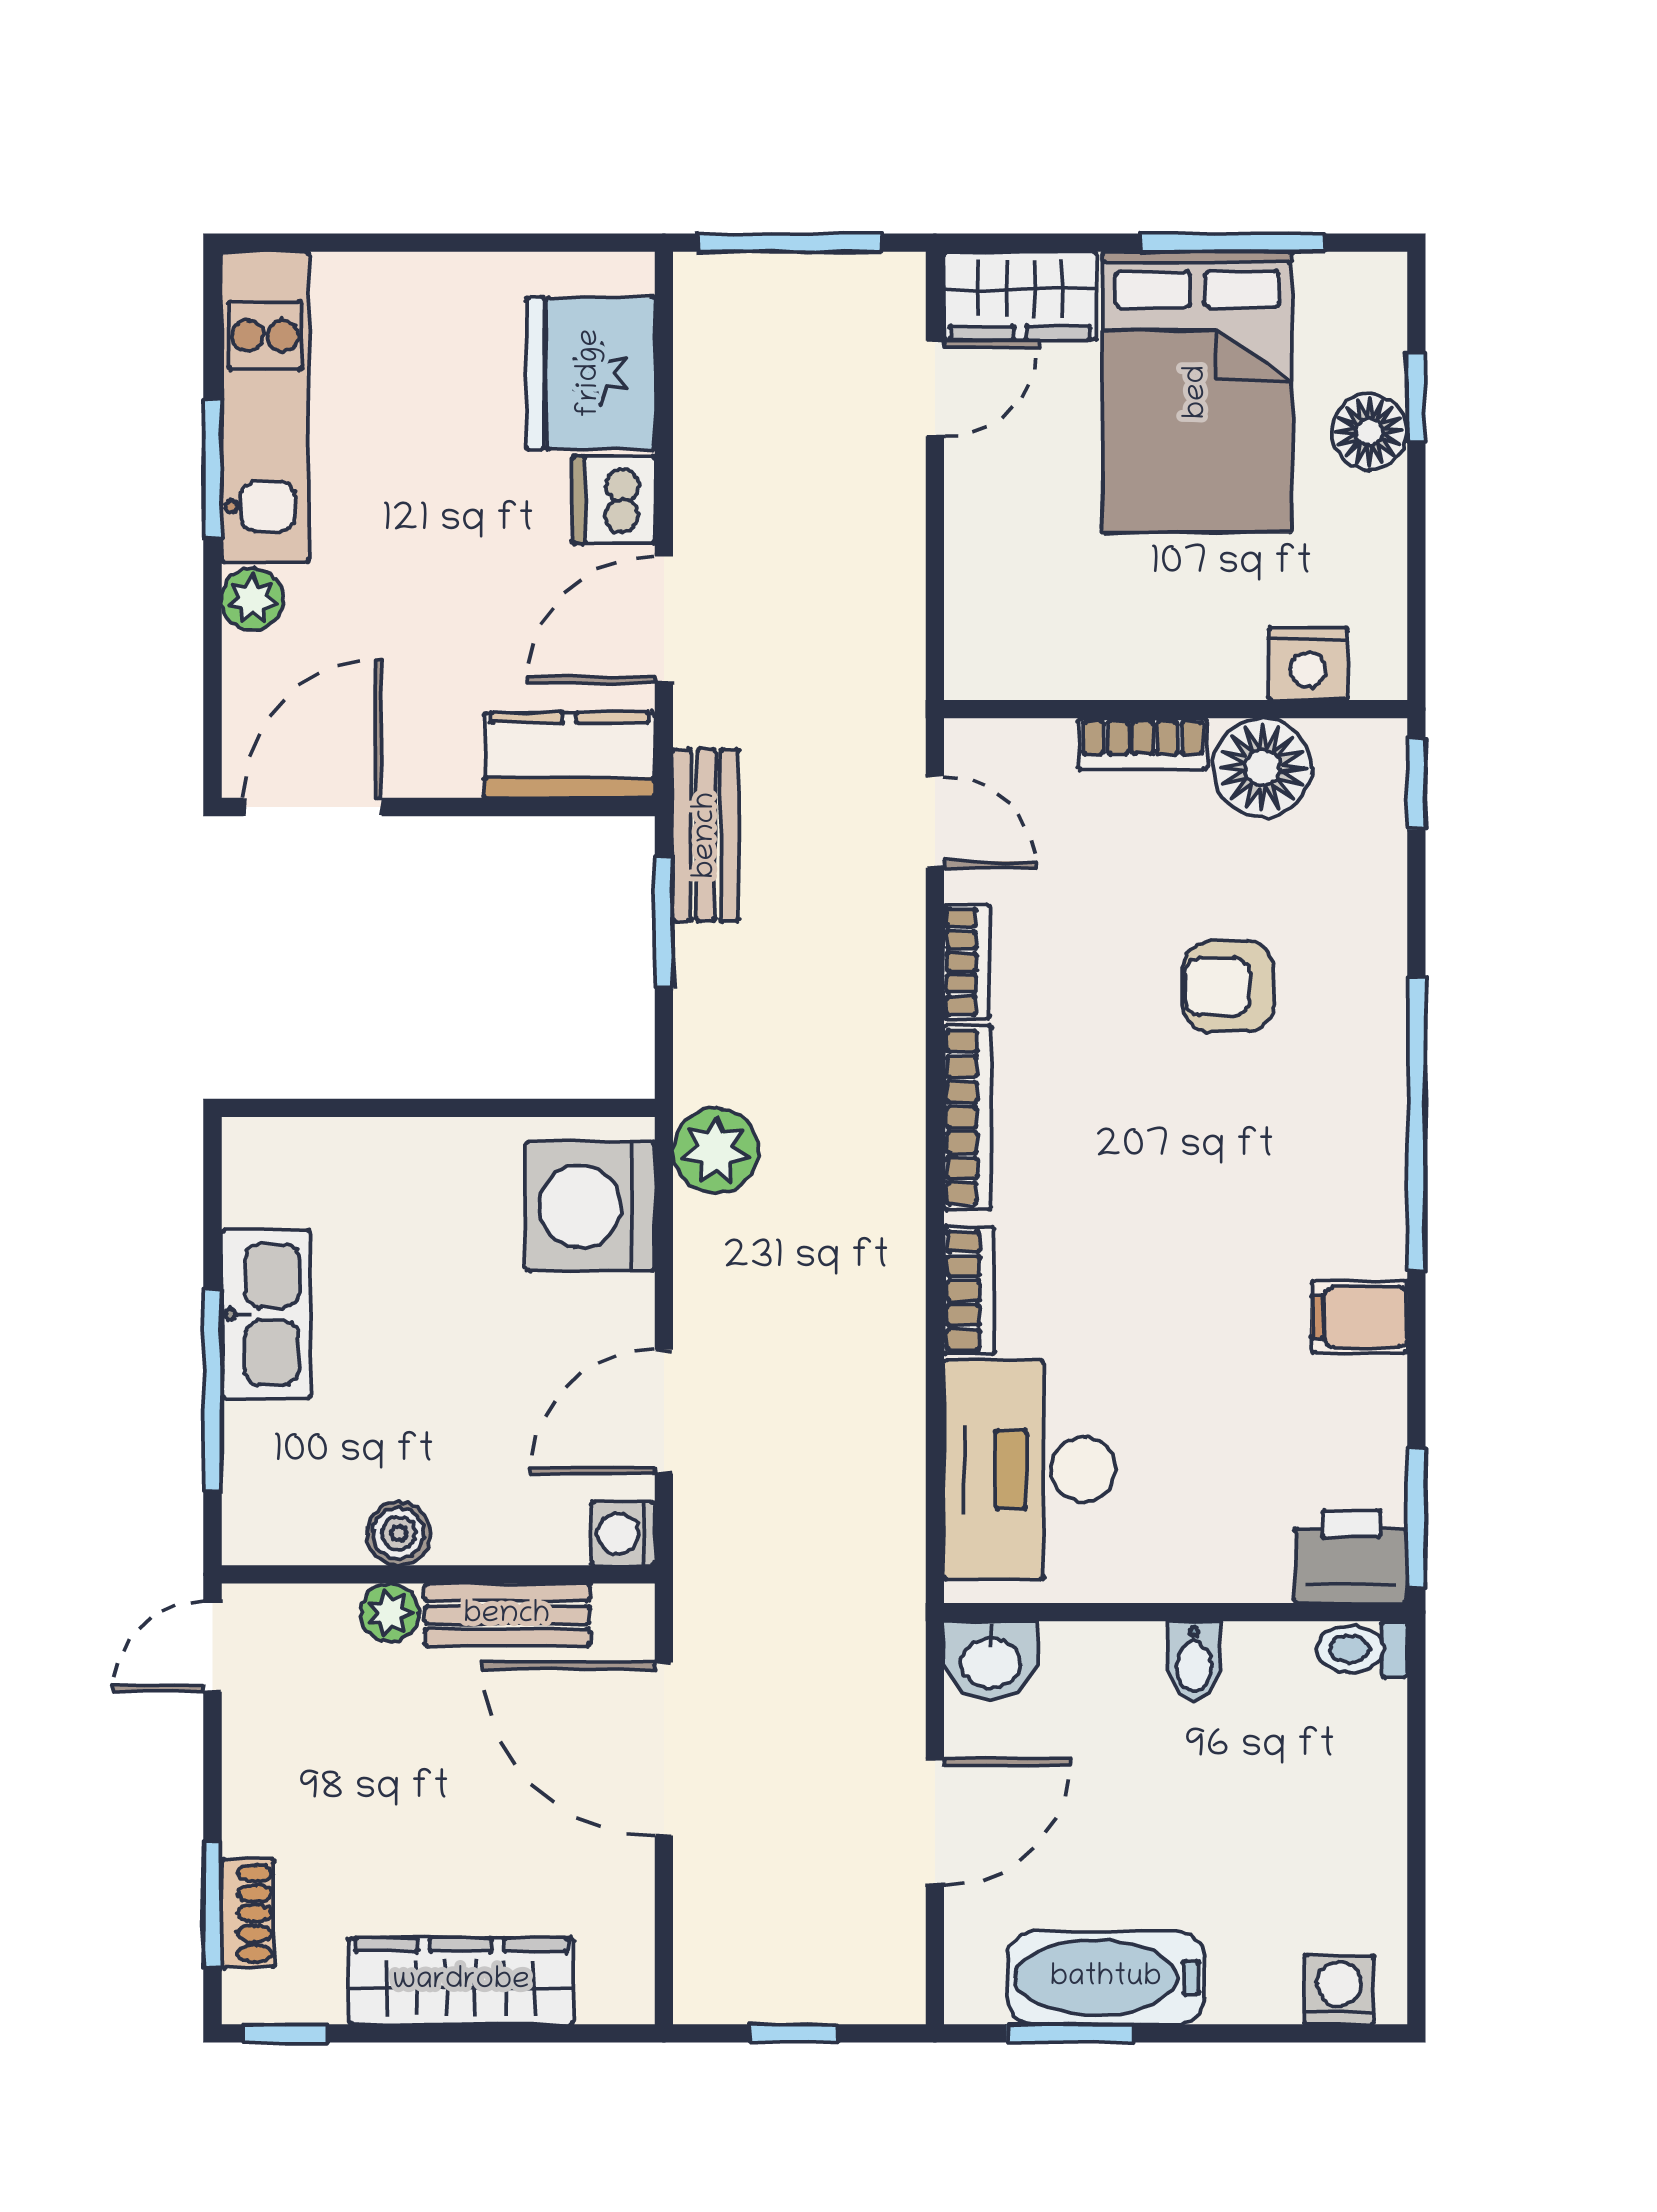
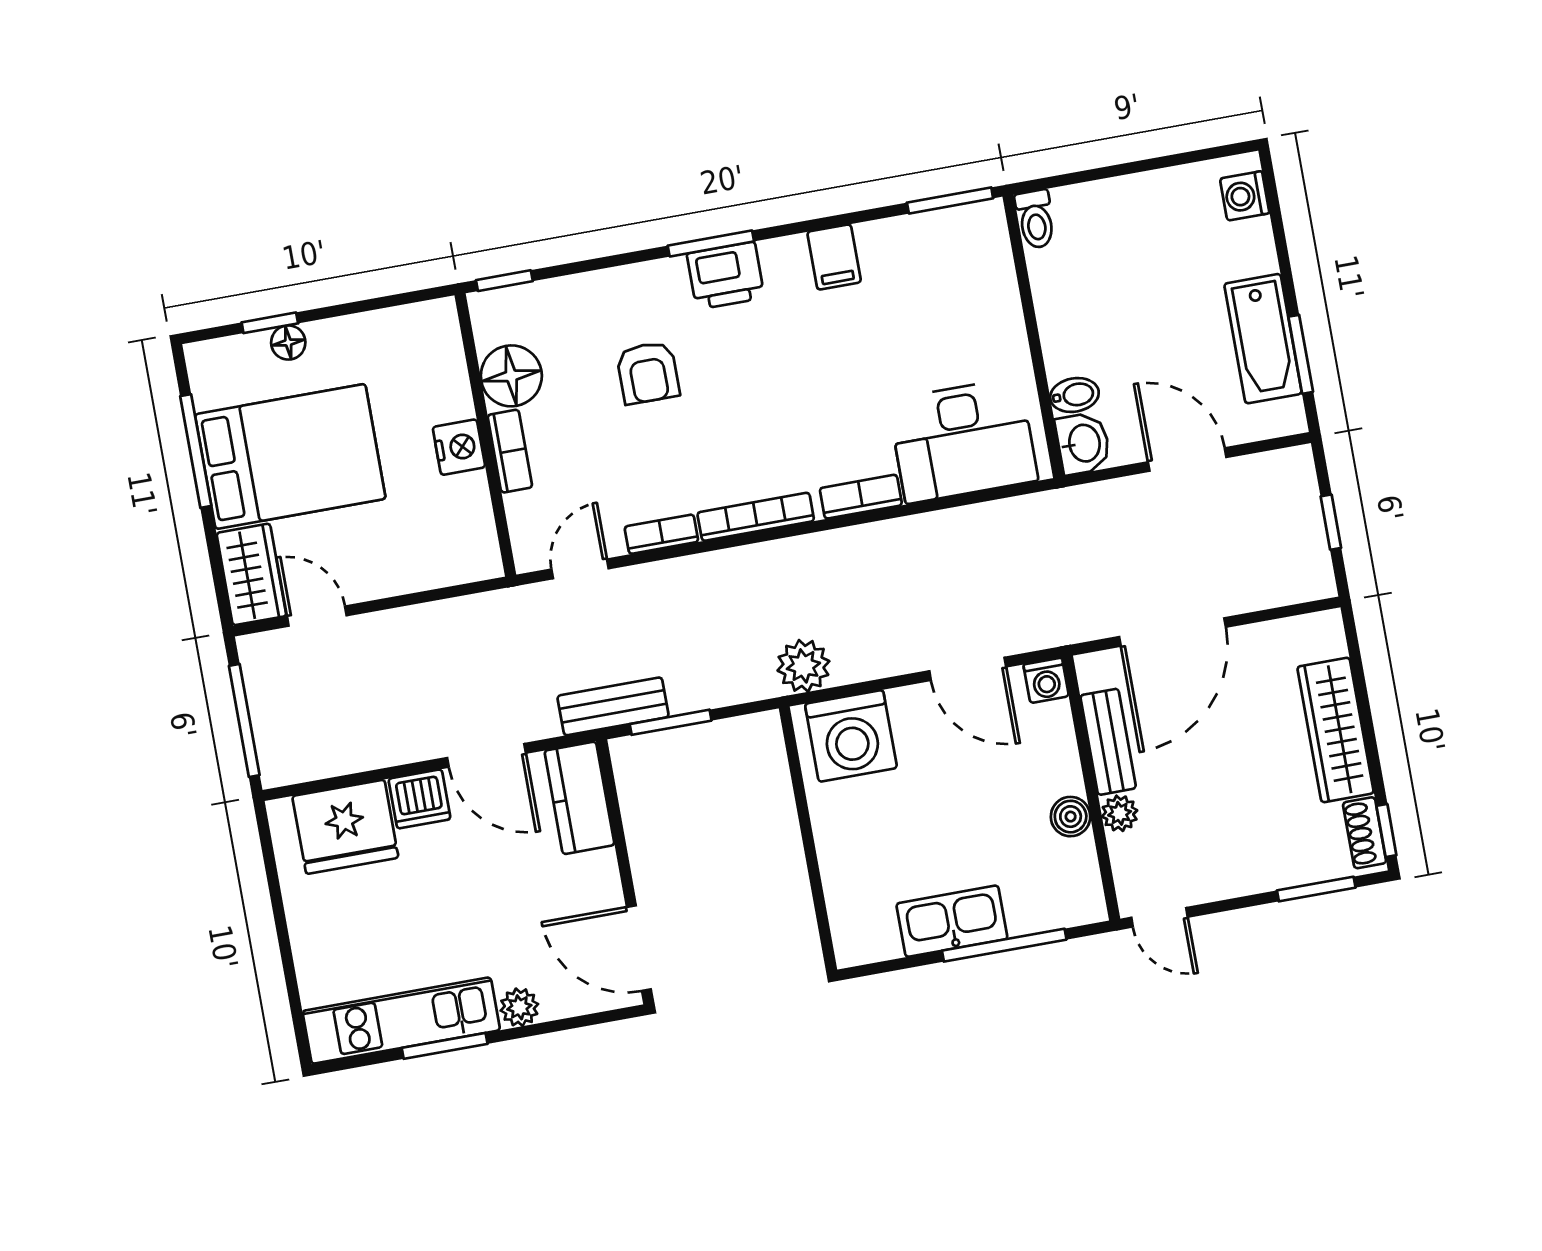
floor lamp: (1369, 432) -> (288, 343), width x0.73, depth x0.73
nightstand: (1308, 664) -> (459, 447), moved
window: (1416, 1124) -> (711, 243), width x0.47
printer: (1351, 1557) -> (726, 276), moved, turned -90
bidet: (1194, 1661) -> (1074, 395), moved
shoe rack: (248, 1913) -> (1365, 833), moved, turned -90

